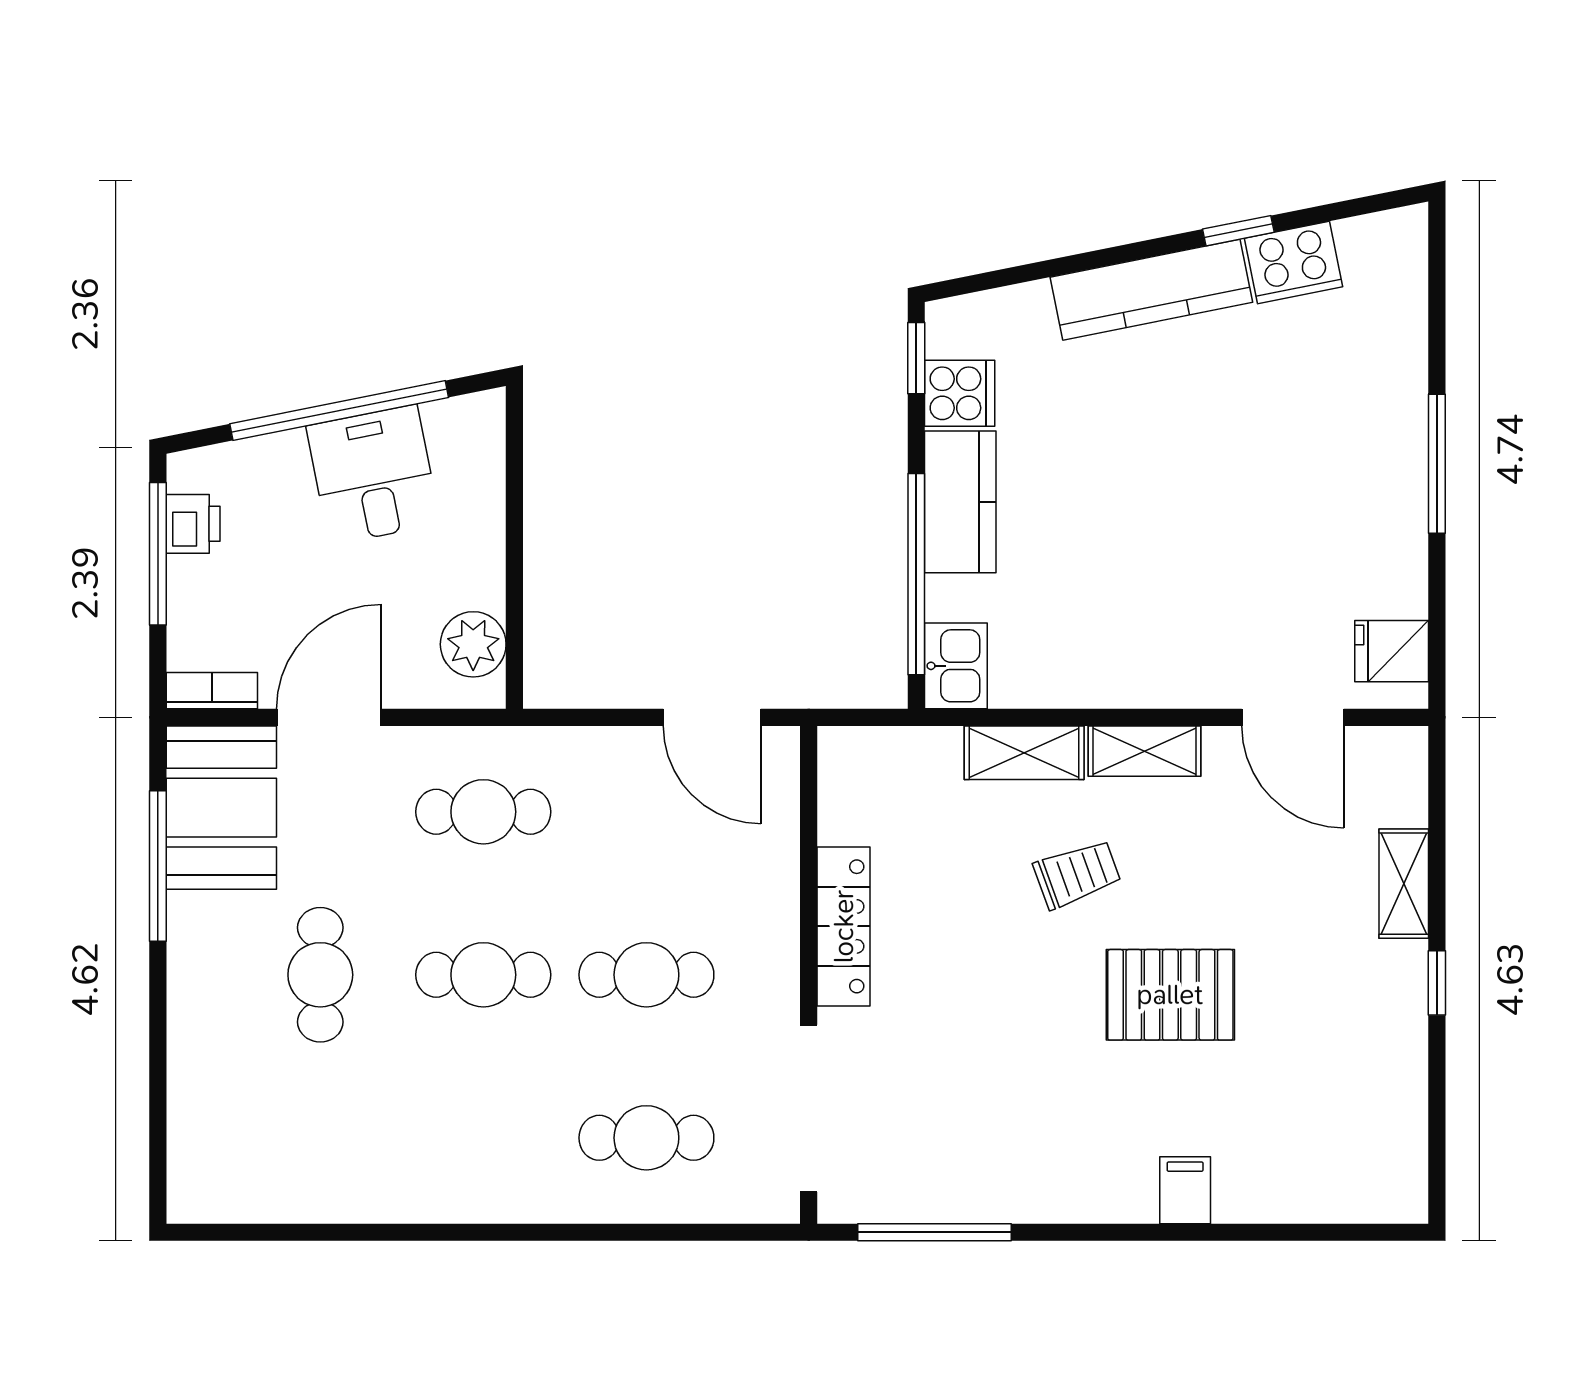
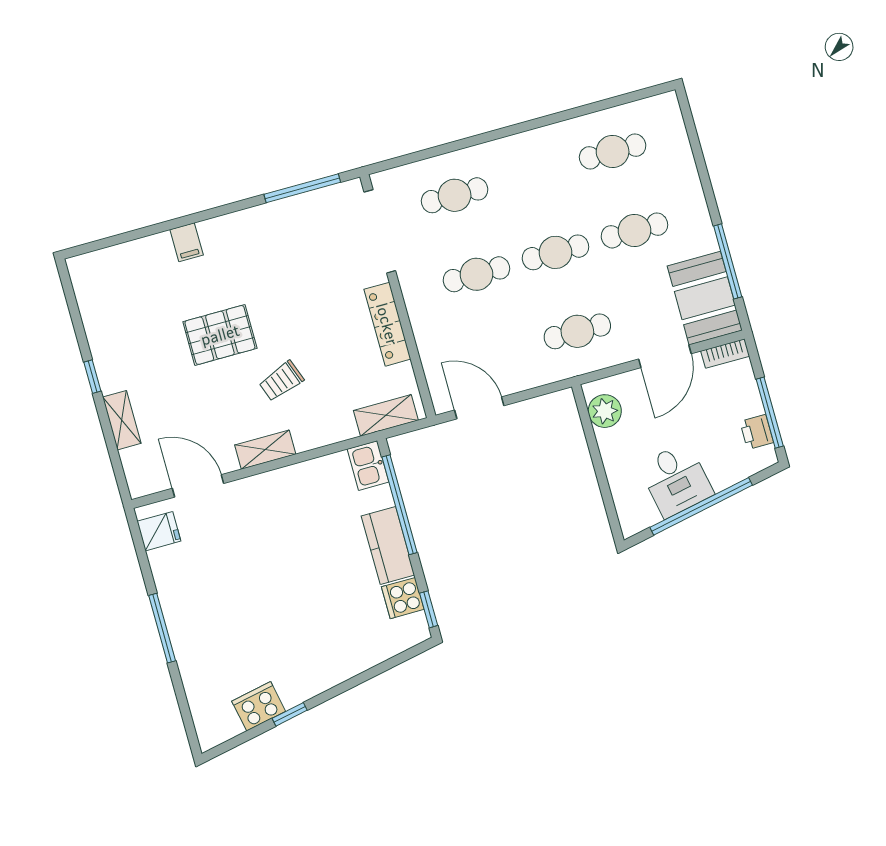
kitchen counter: (1151, 290) -> (324, 674), removed
shelving: (1024, 753) -> (386, 415), moved
cafe table: (320, 975) -> (634, 230), turned 90
cafe table: (320, 1138) -> (613, 151), added

